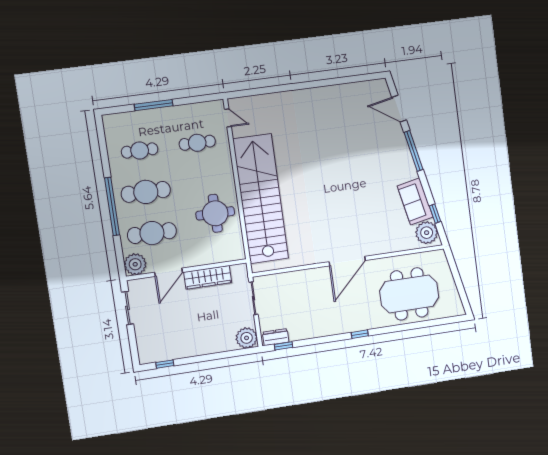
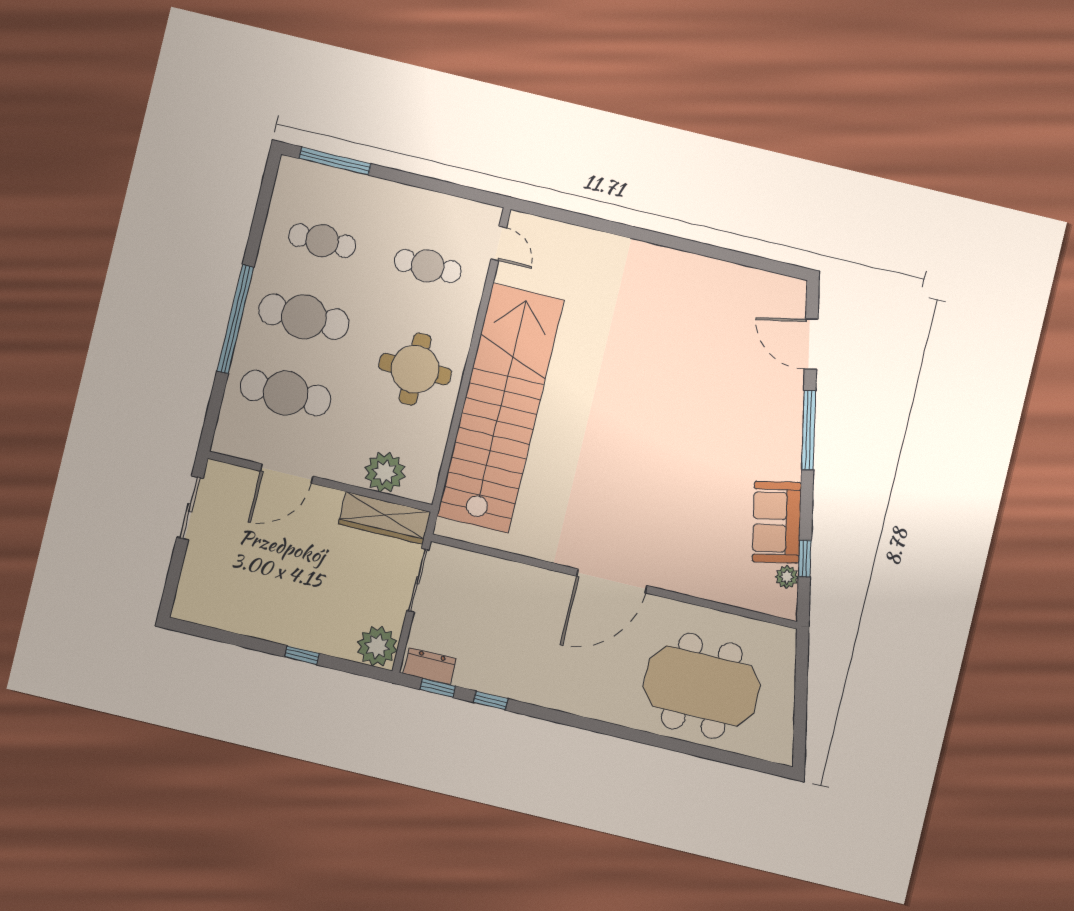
window: (154, 105) -> (335, 161), moved
round table: (215, 213) -> (415, 369), moved
plant: (427, 233) -> (787, 577), width x0.53, depth x0.53
plant: (135, 264) -> (385, 472), moved
wardrobe: (208, 277) -> (385, 518), moved
window: (360, 334) -> (491, 701), moved
window: (165, 364) -> (302, 655), moved

